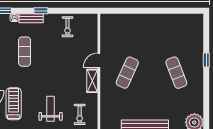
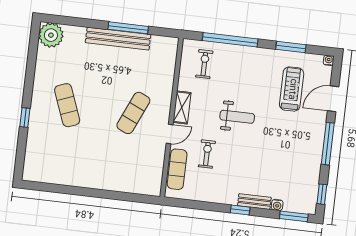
exercise bike: (67, 27) -> (207, 154), moved
exercise mat: (25, 52) -> (177, 169), moved
treadmill: (14, 104) -> (292, 89), turned 180
weight bench: (51, 109) -> (237, 117), moved, turned -90

